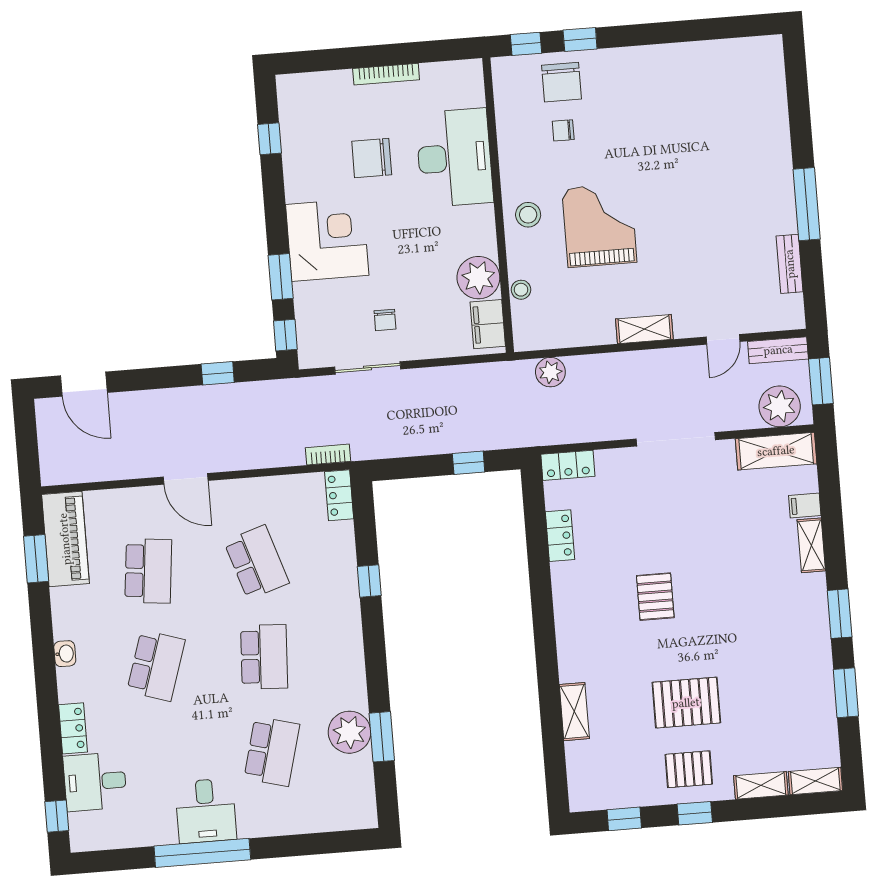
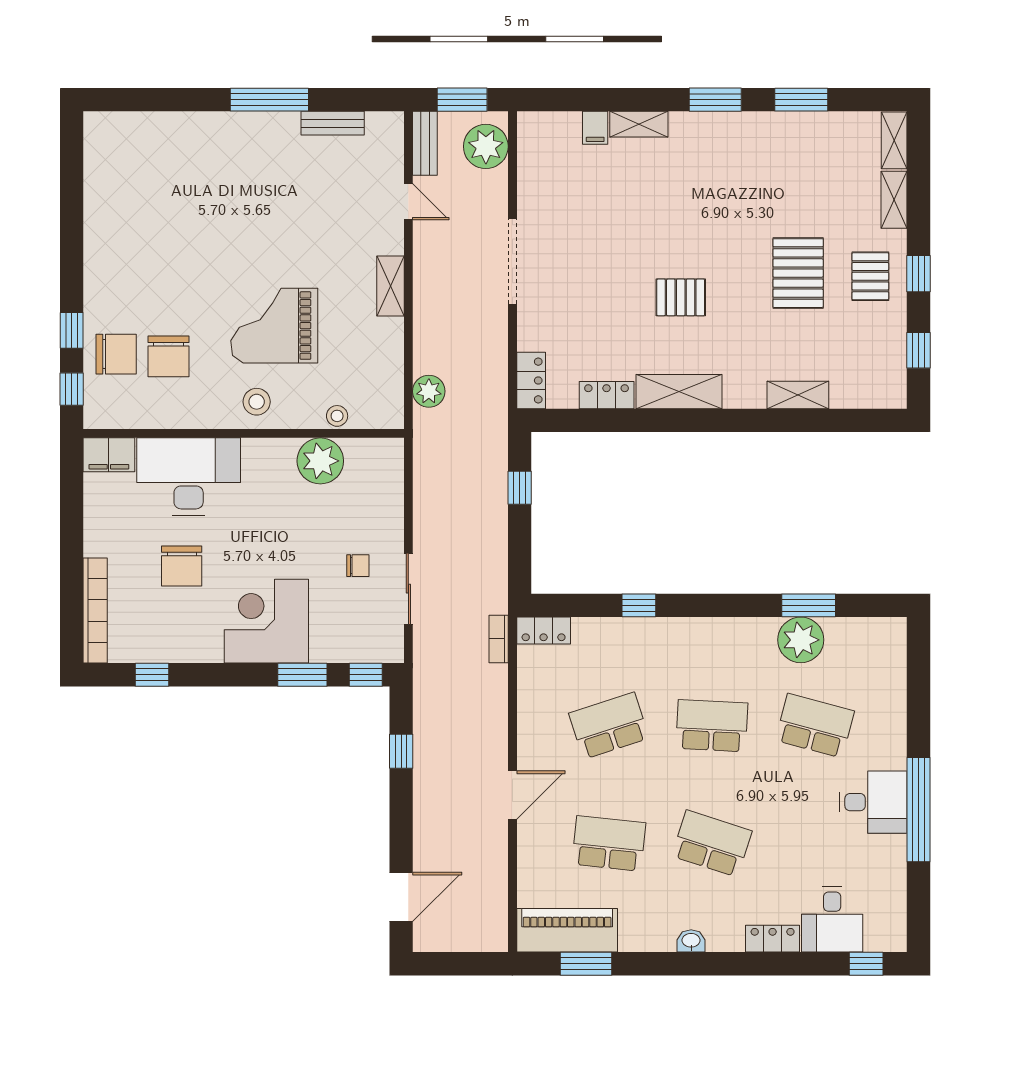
bookcase: (386, 74) -> (95, 610), moved, width x1.48, depth x1.31
chair: (563, 130) -> (168, 356), width x1.87, depth x1.87
filing cabinet: (488, 324) -> (109, 455), moved
shelving: (776, 451) -> (679, 392), moved, turned 90

